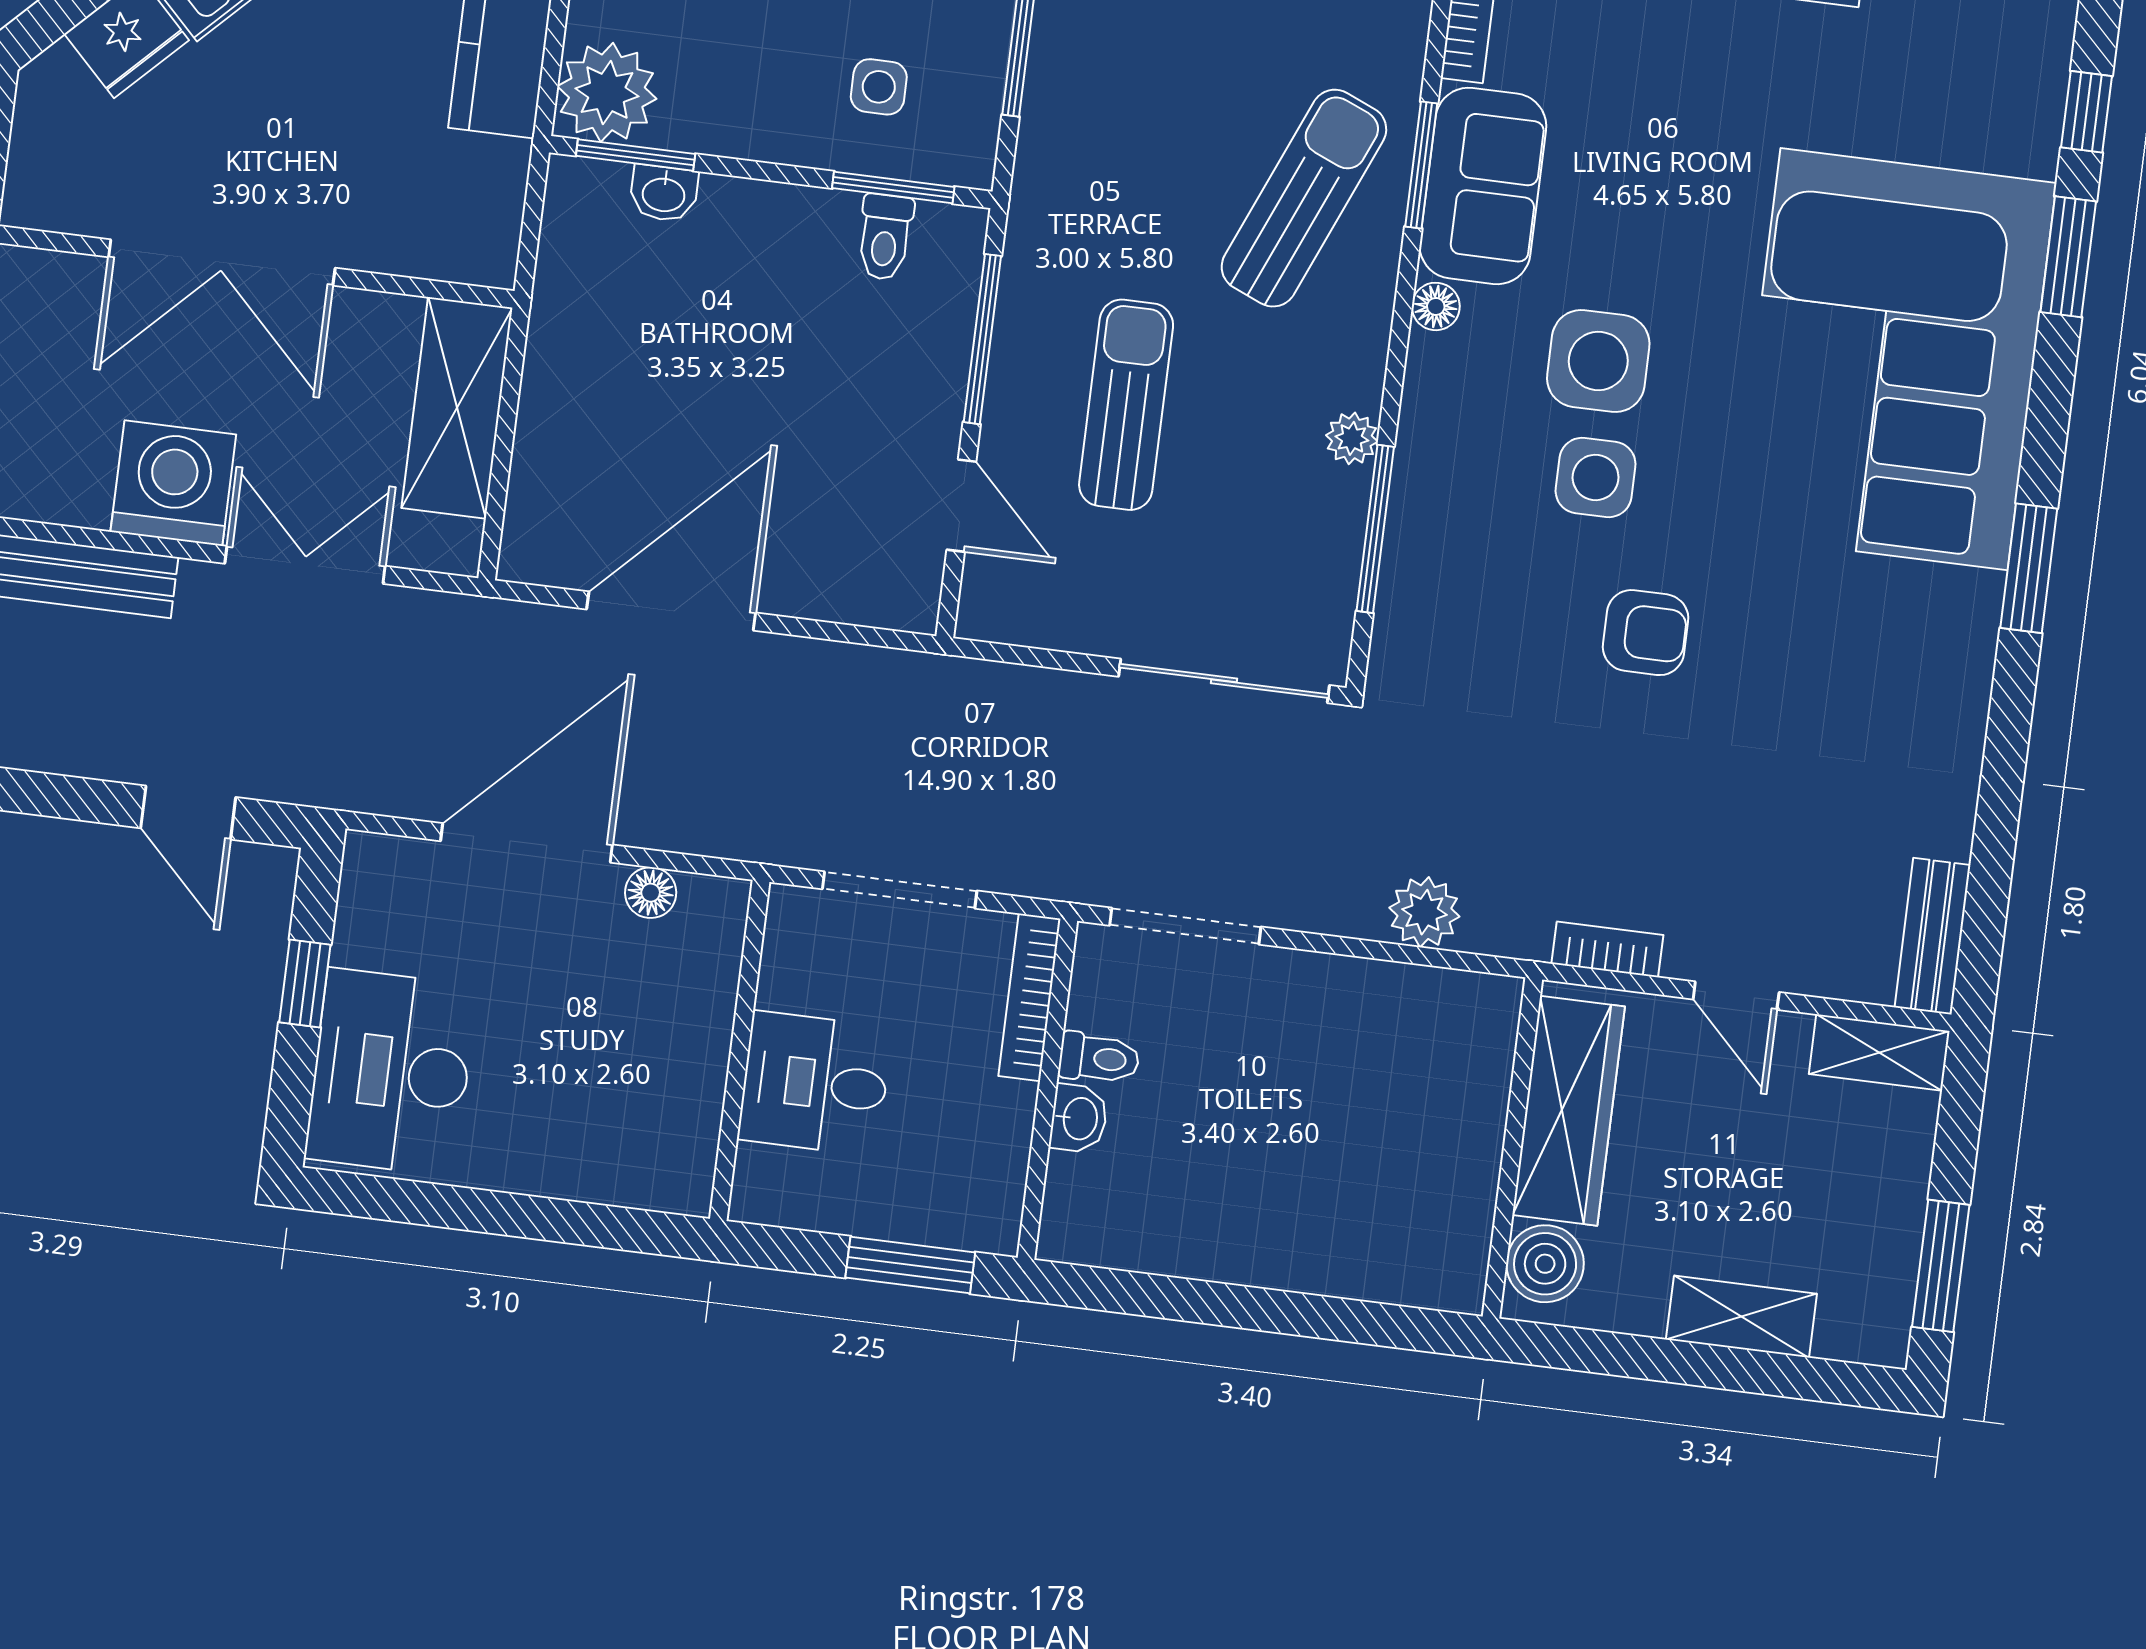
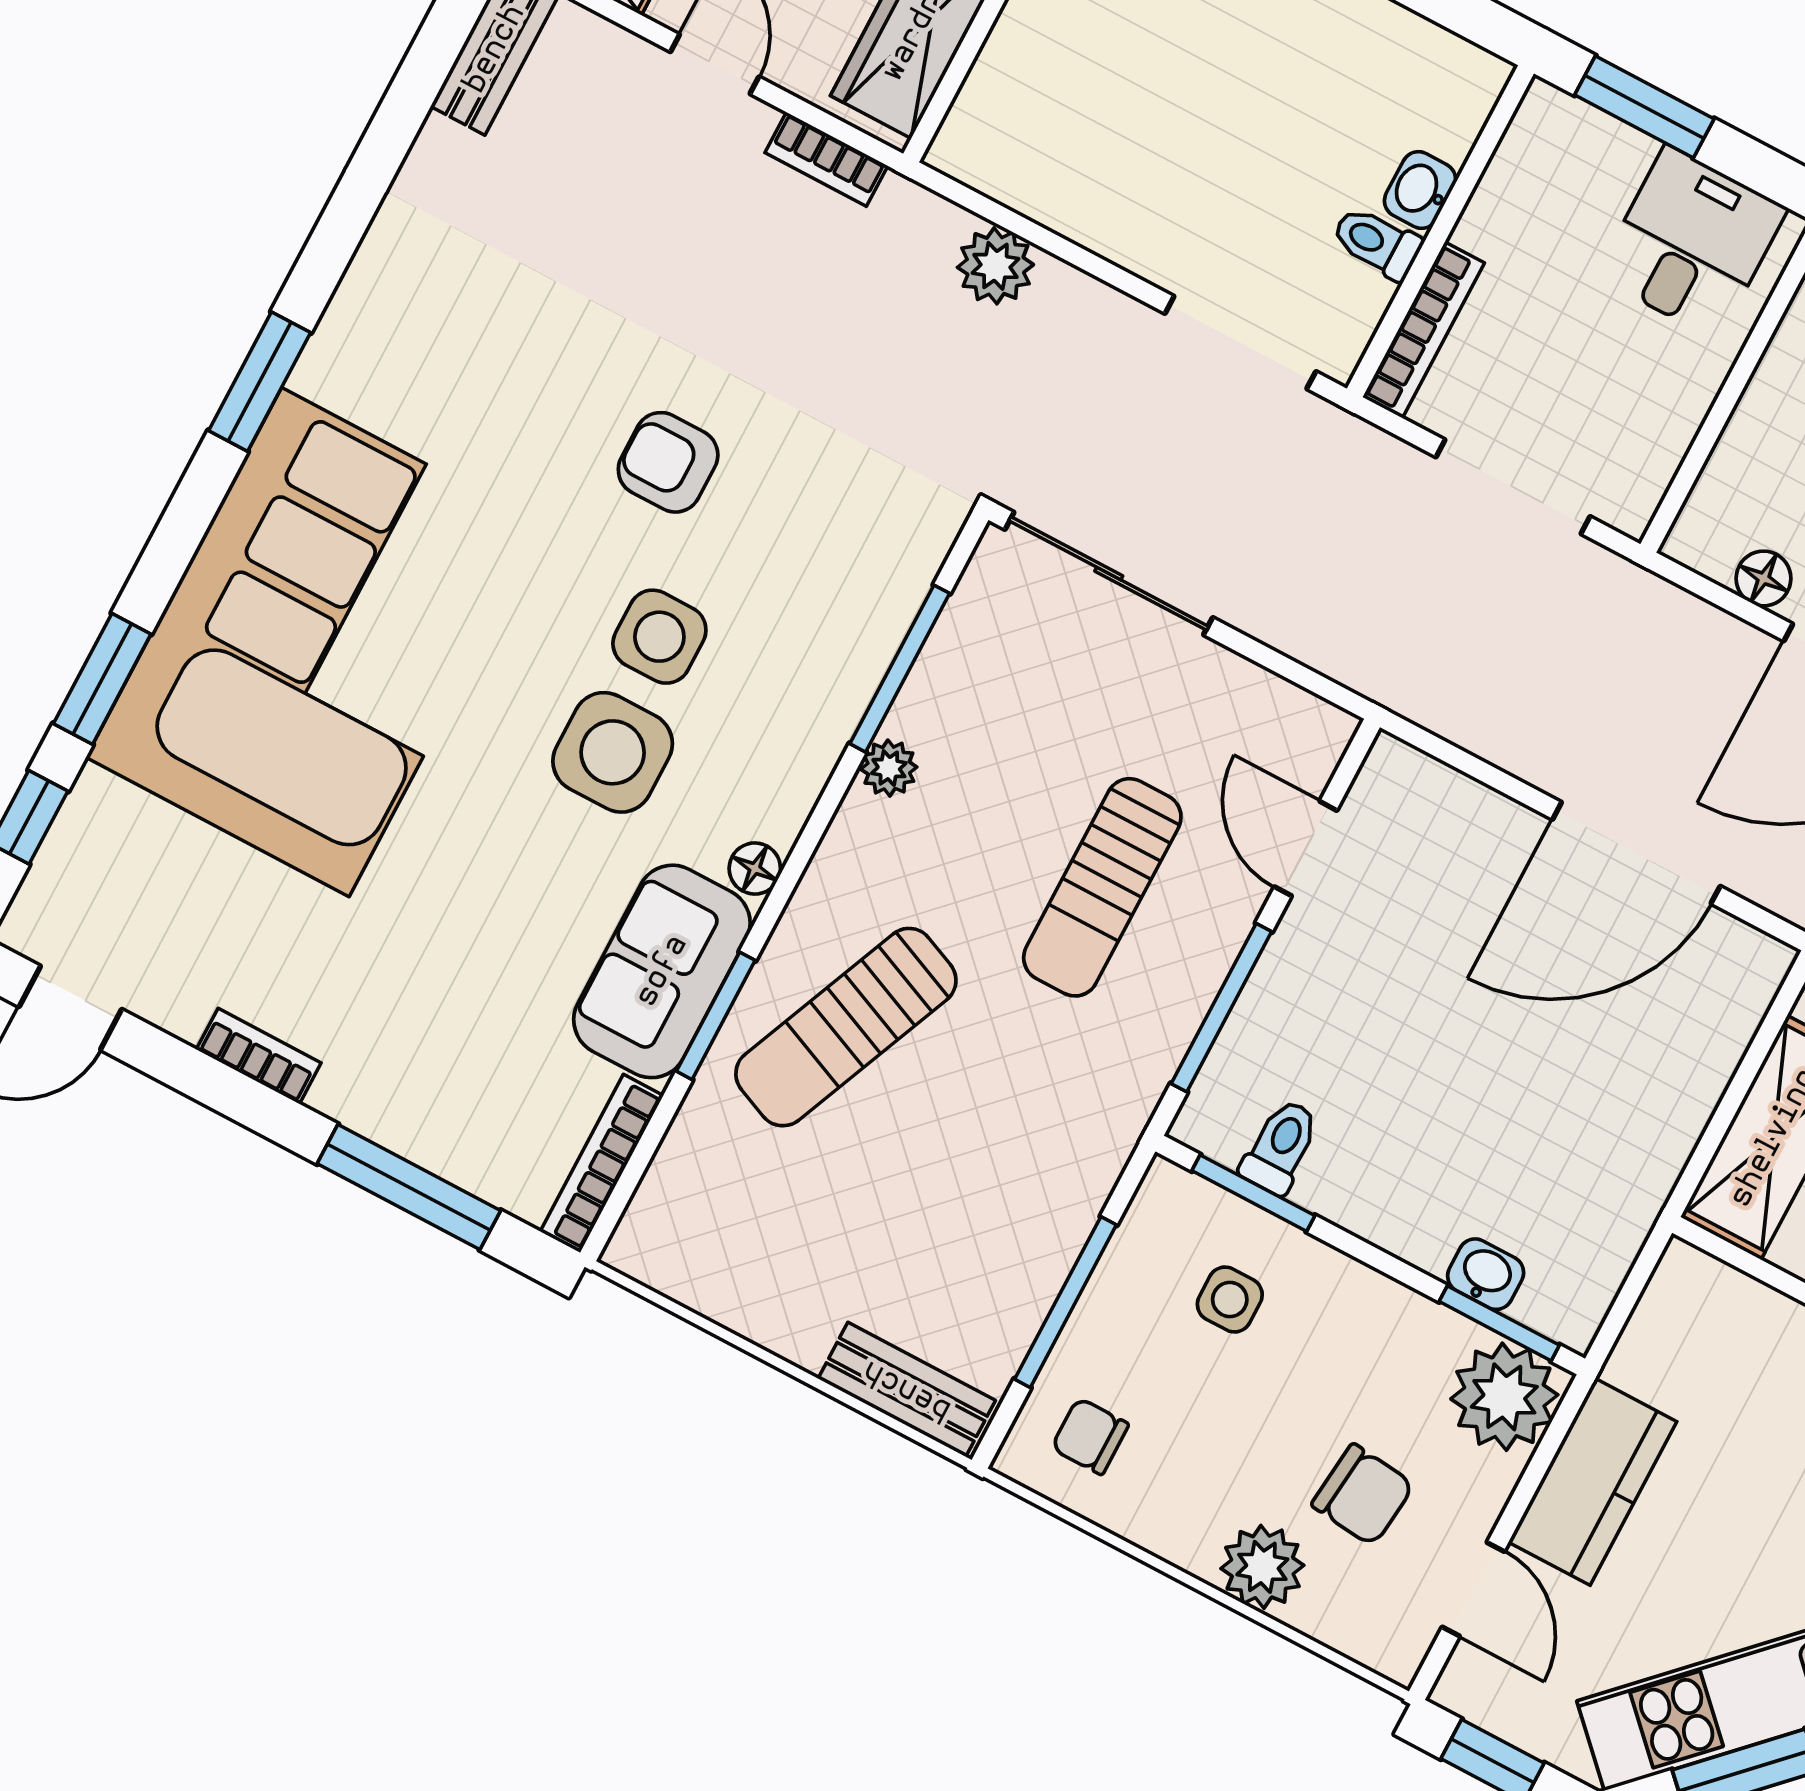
desk: (815, 1083) -> (1692, 243), moved, turned -90

